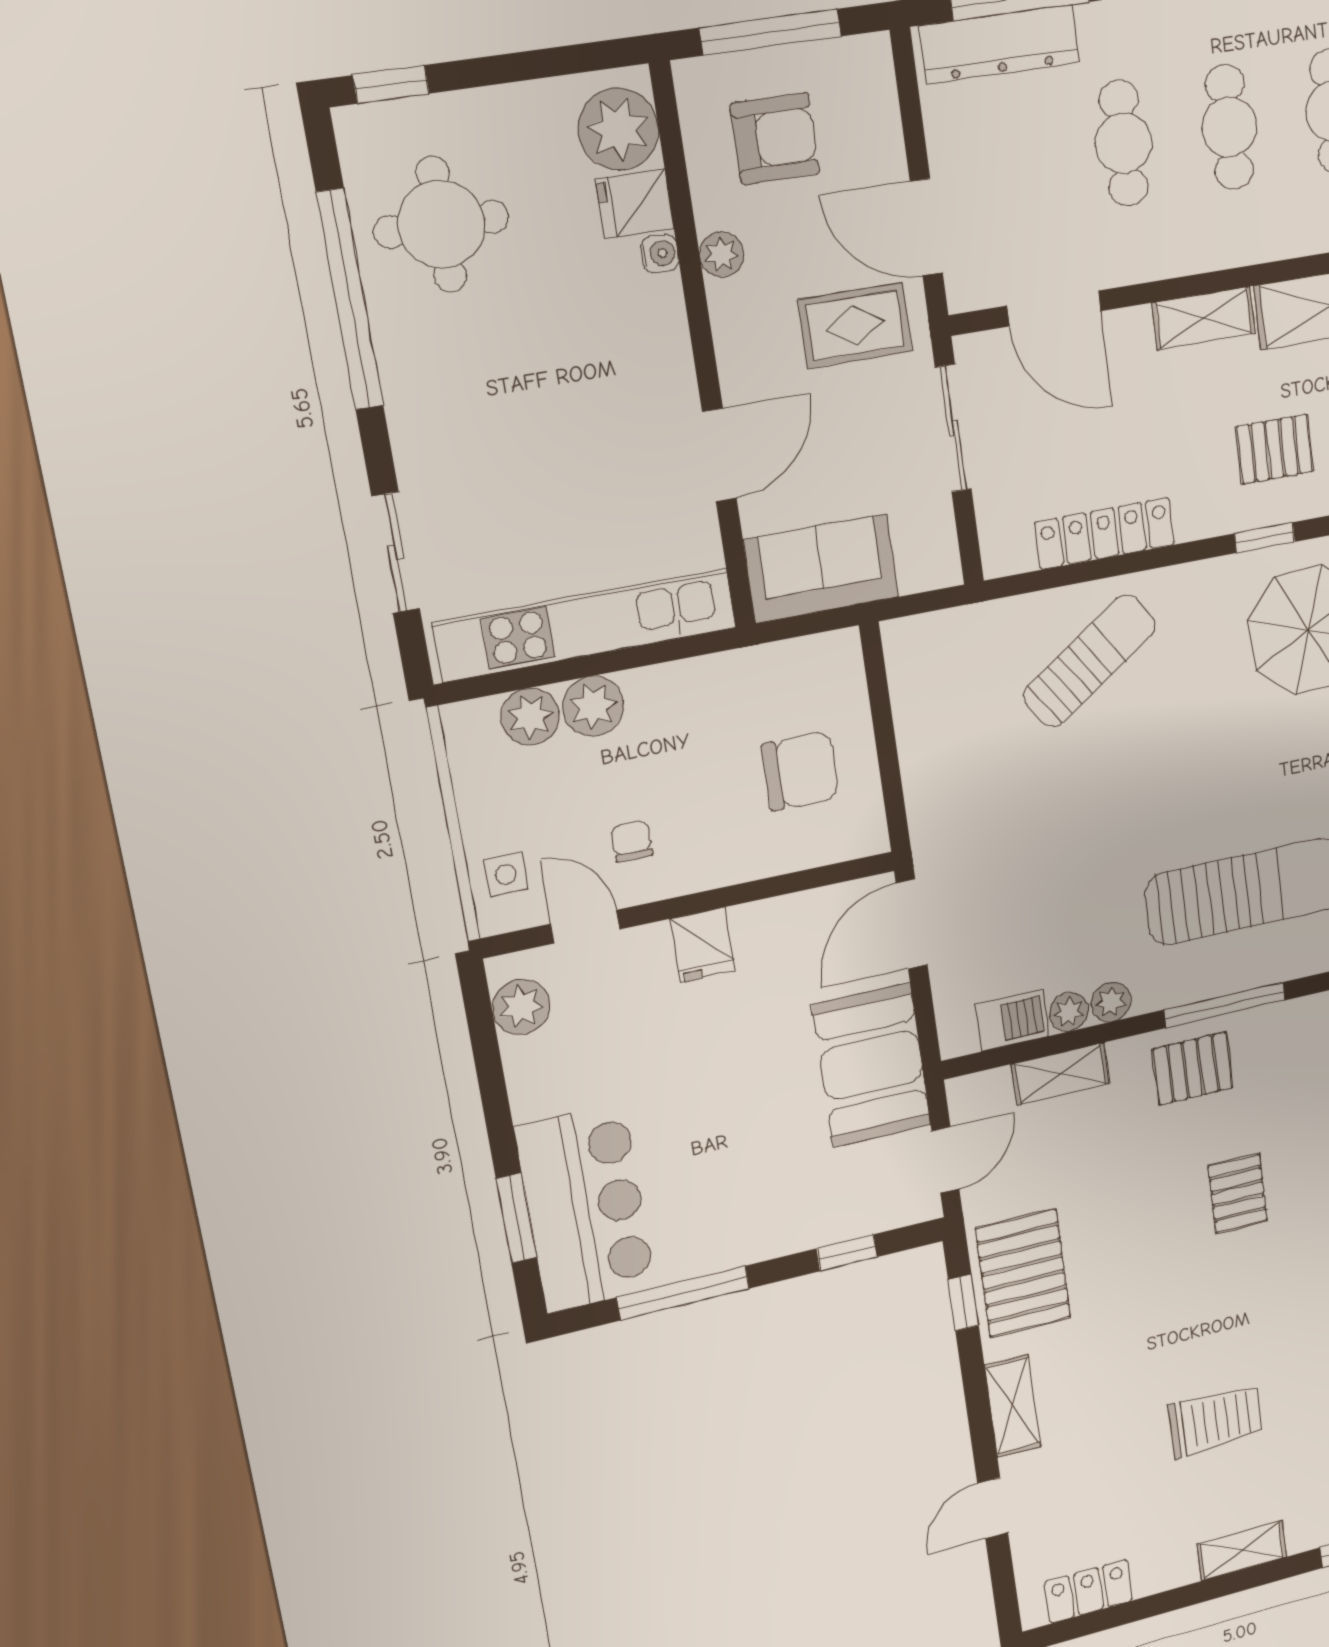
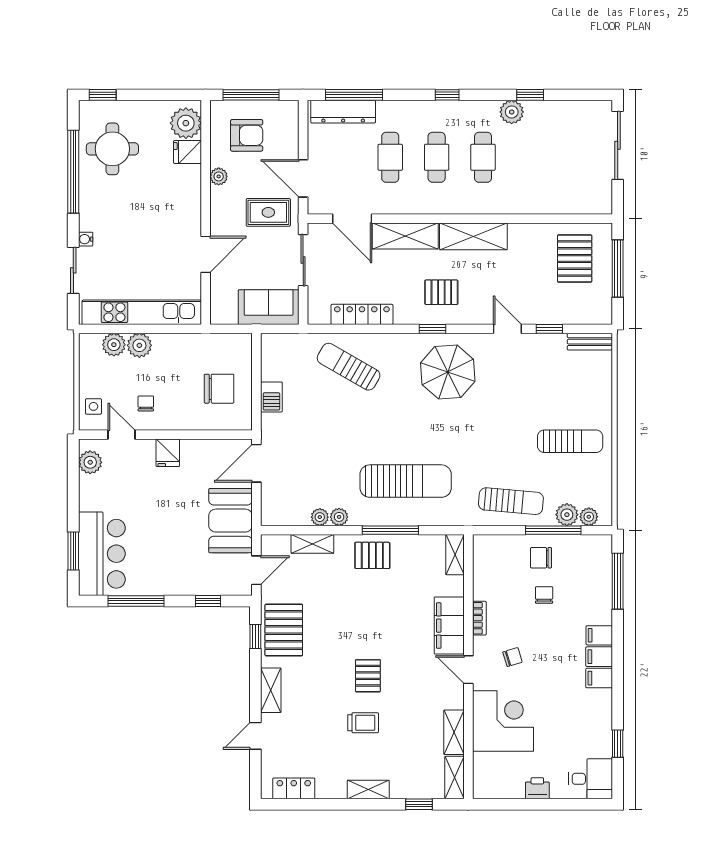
water cooler: (660, 254) -> (86, 239), moved, turned 180
shelving: (1204, 318) -> (405, 236), width x1.50, depth x1.33
sofa: (821, 568) -> (269, 307), moved
sun lounger: (1090, 661) -> (349, 367), turned -116
barbecue: (1012, 1020) -> (271, 397), moved, turned 90
pallet: (1238, 1193) -> (368, 676), moved
trolley: (1215, 1420) -> (363, 723), width x0.73, depth x0.72

